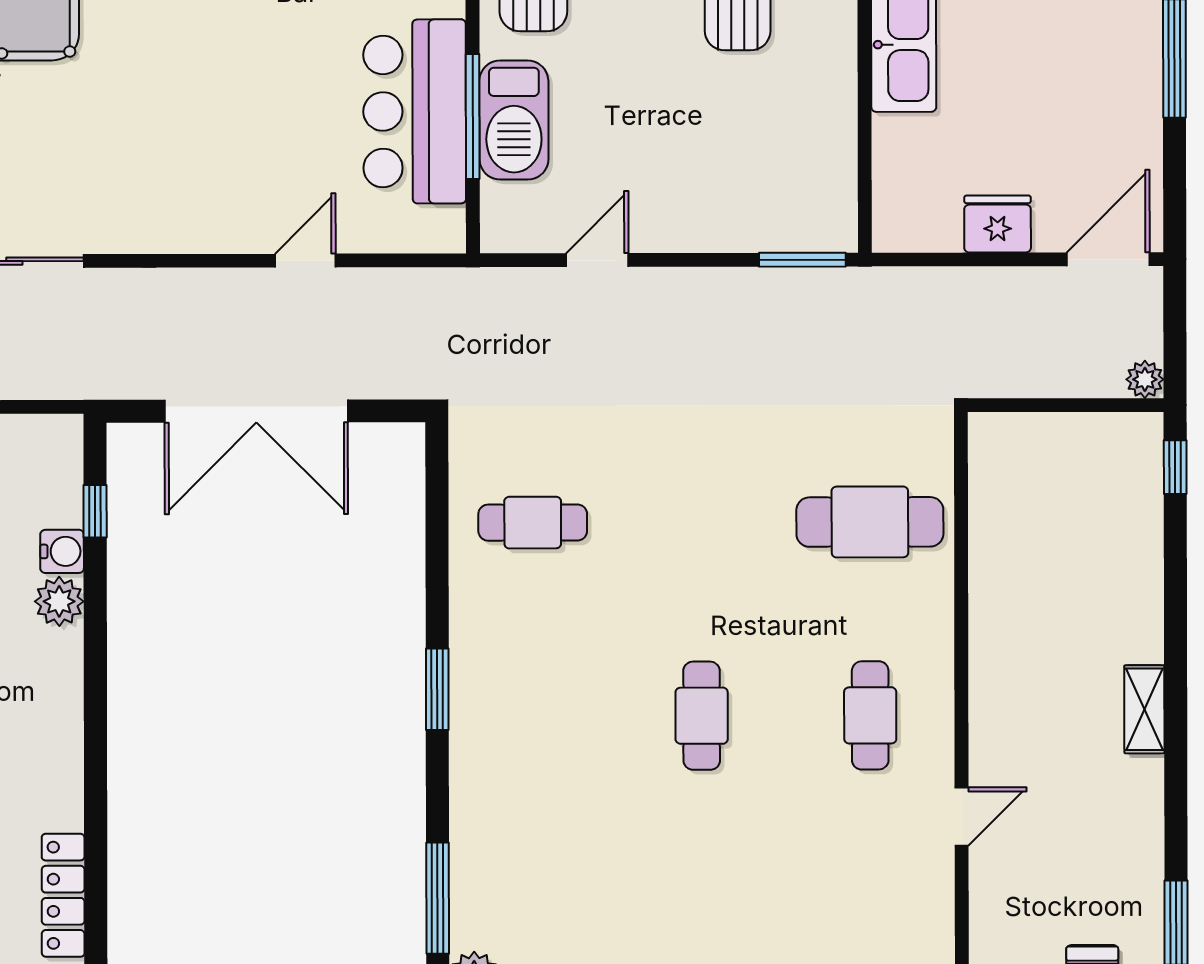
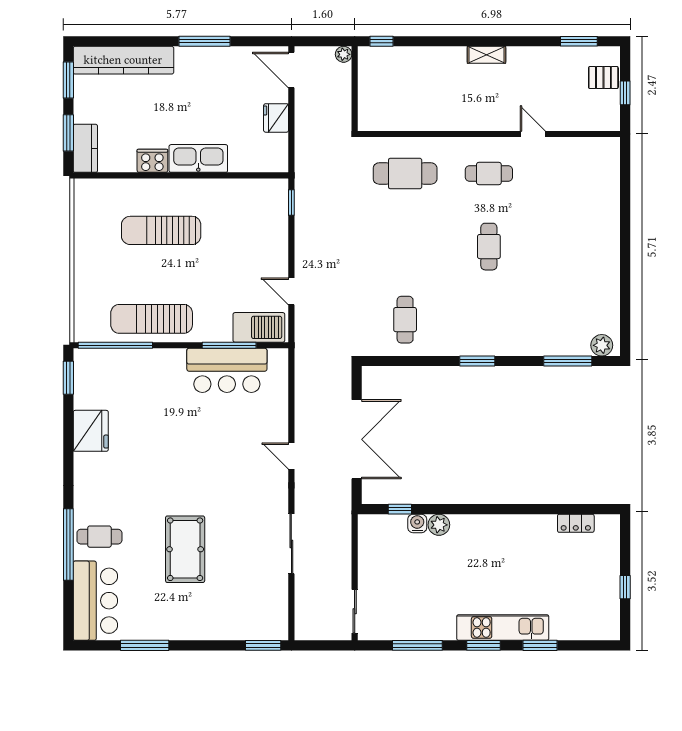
barbecue: (514, 120) -> (259, 327), moved
window: (802, 260) -> (291, 203), width x0.67
door: (305, 261) -> (291, 456), moved
cafe table: (870, 522) -> (405, 173), turned 90
cafe table: (702, 716) -> (489, 247), turned 90
locker: (63, 895) -> (576, 523), width x0.66

